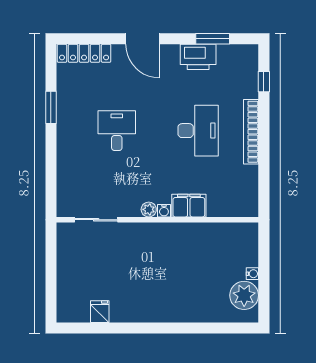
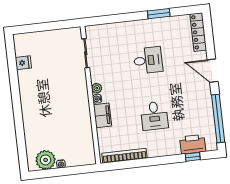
door: (142, 39) -> (213, 71), hinge flipped
window: (213, 39) -> (218, 119), width x2.11
printer: (198, 57) -> (193, 144), moved, turned 90
desk: (198, 131) -> (154, 116), width x0.73
bookcase: (251, 132) -> (124, 156), moved

